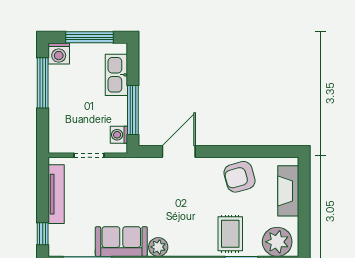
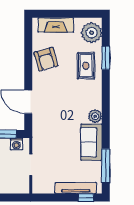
tv unit: (56, 194) -> (76, 188), moved
rug: (230, 234) -> (86, 66), turned 90

